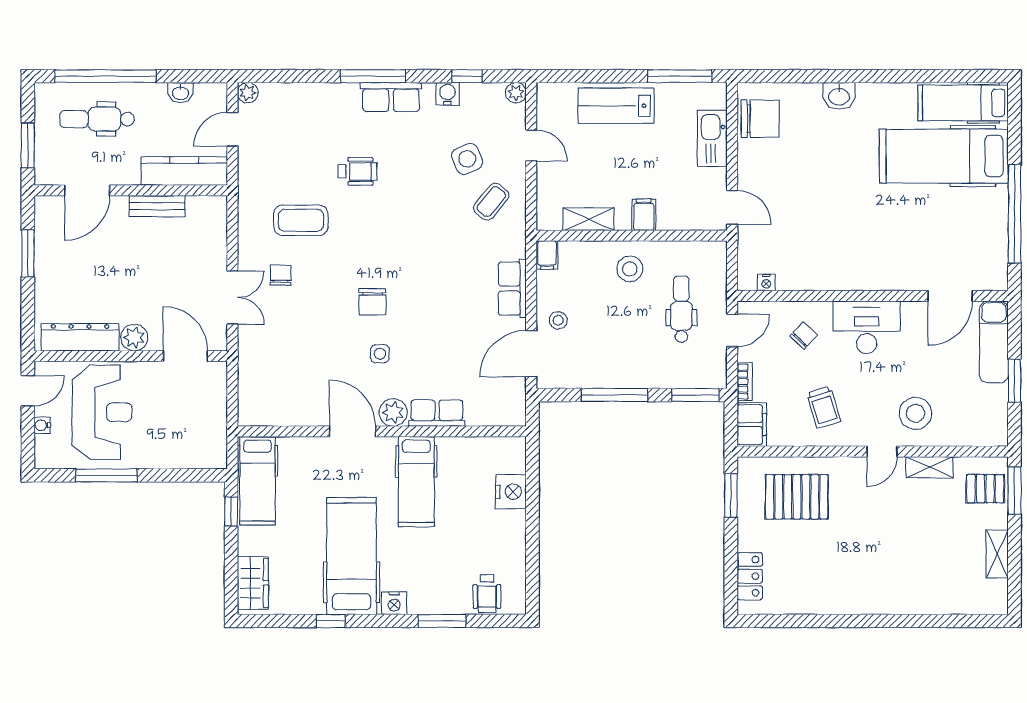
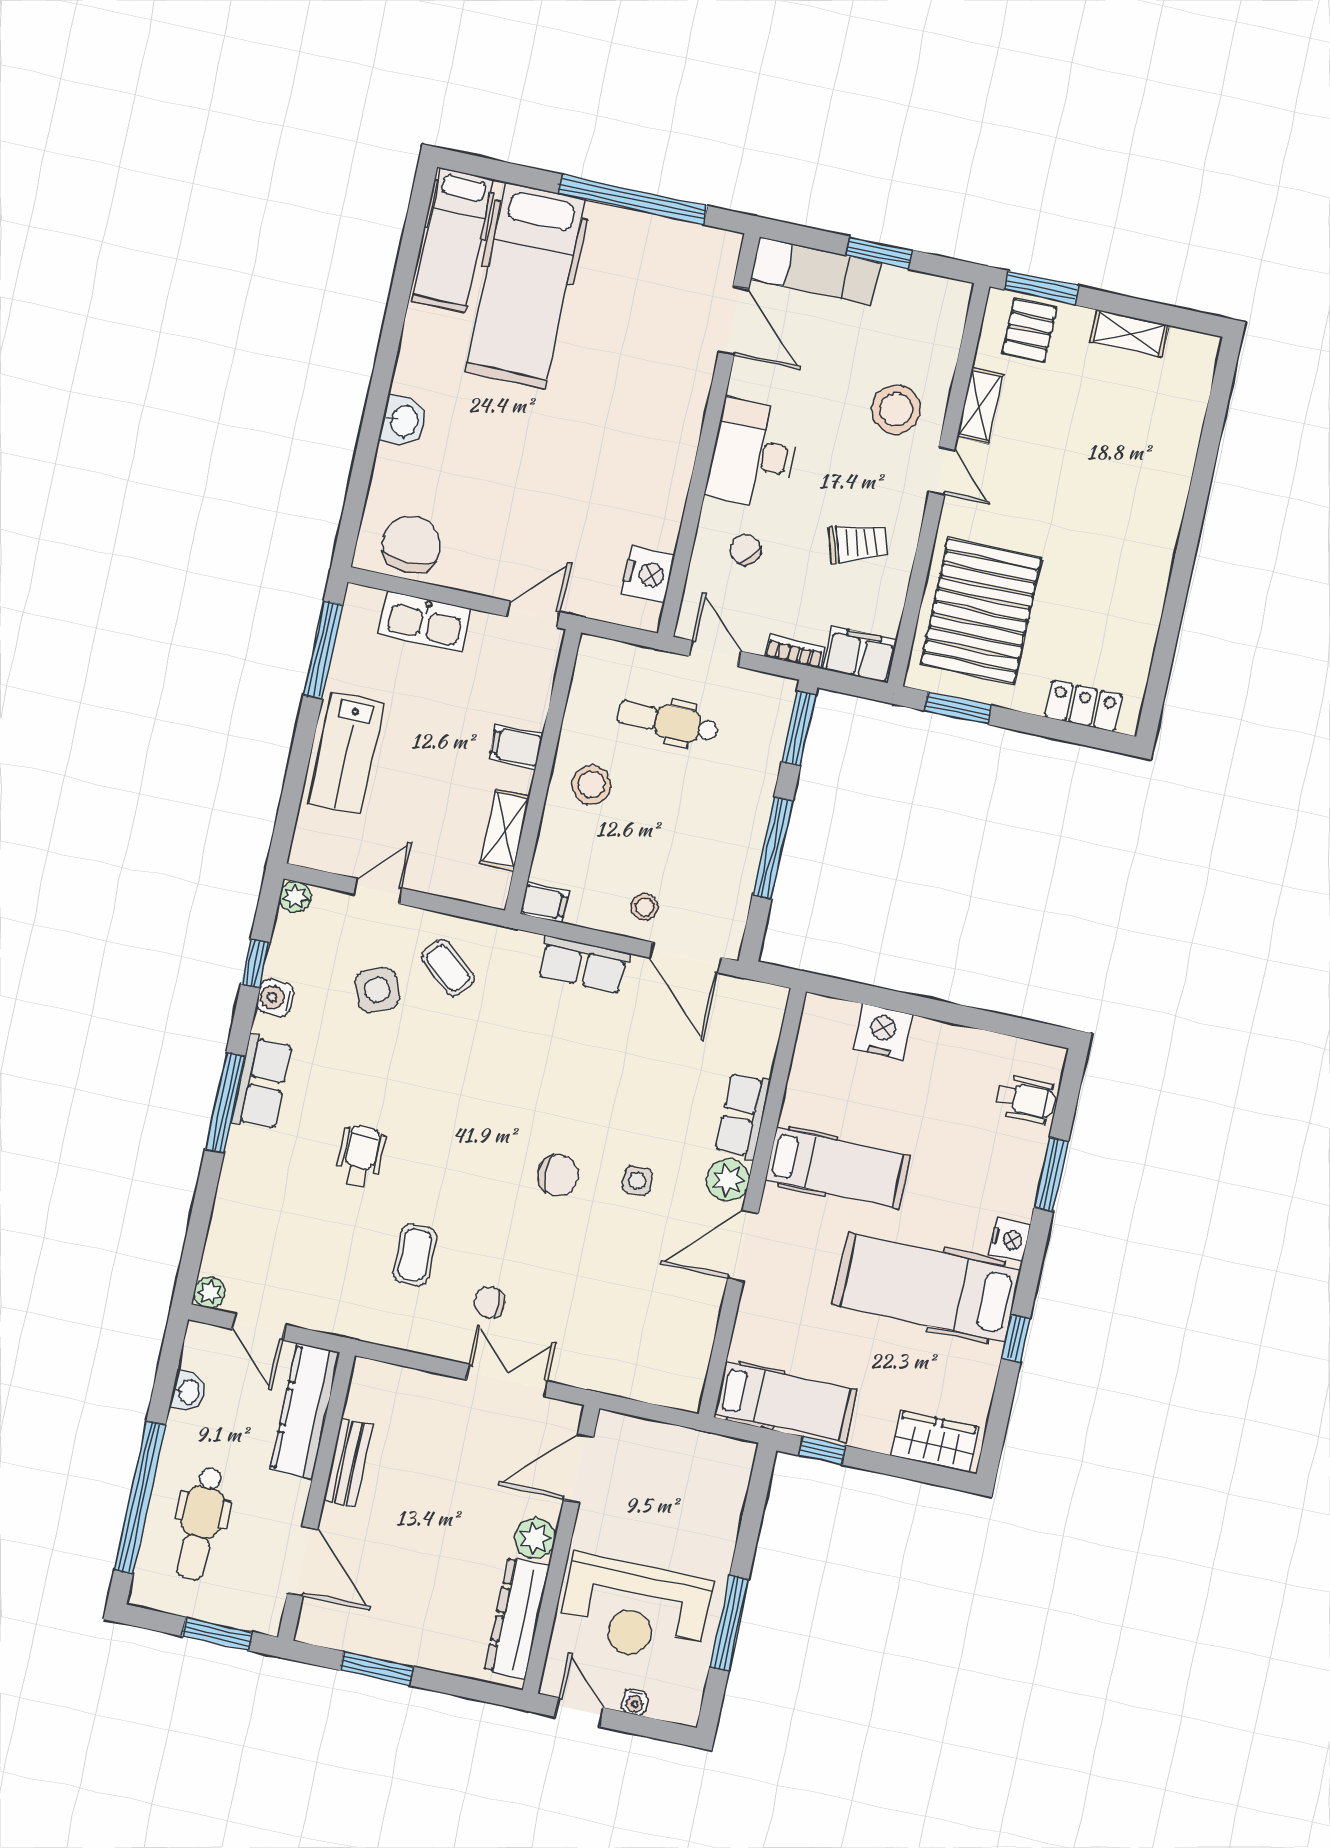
coffee table: (301, 220) -> (415, 1255), width x0.73, depth x0.77
nightstand: (766, 283) -> (648, 574), width x1.89, depth x1.79
reception desk: (102, 412) -> (635, 1610), turned 180
pallet: (797, 497) -> (981, 611), width x1.37, depth x1.41

